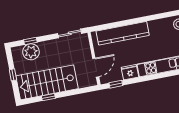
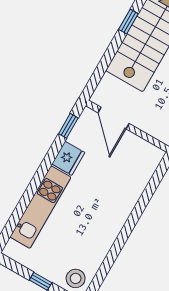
kitchen counter: (123, 33) -> (128, 193), removed

